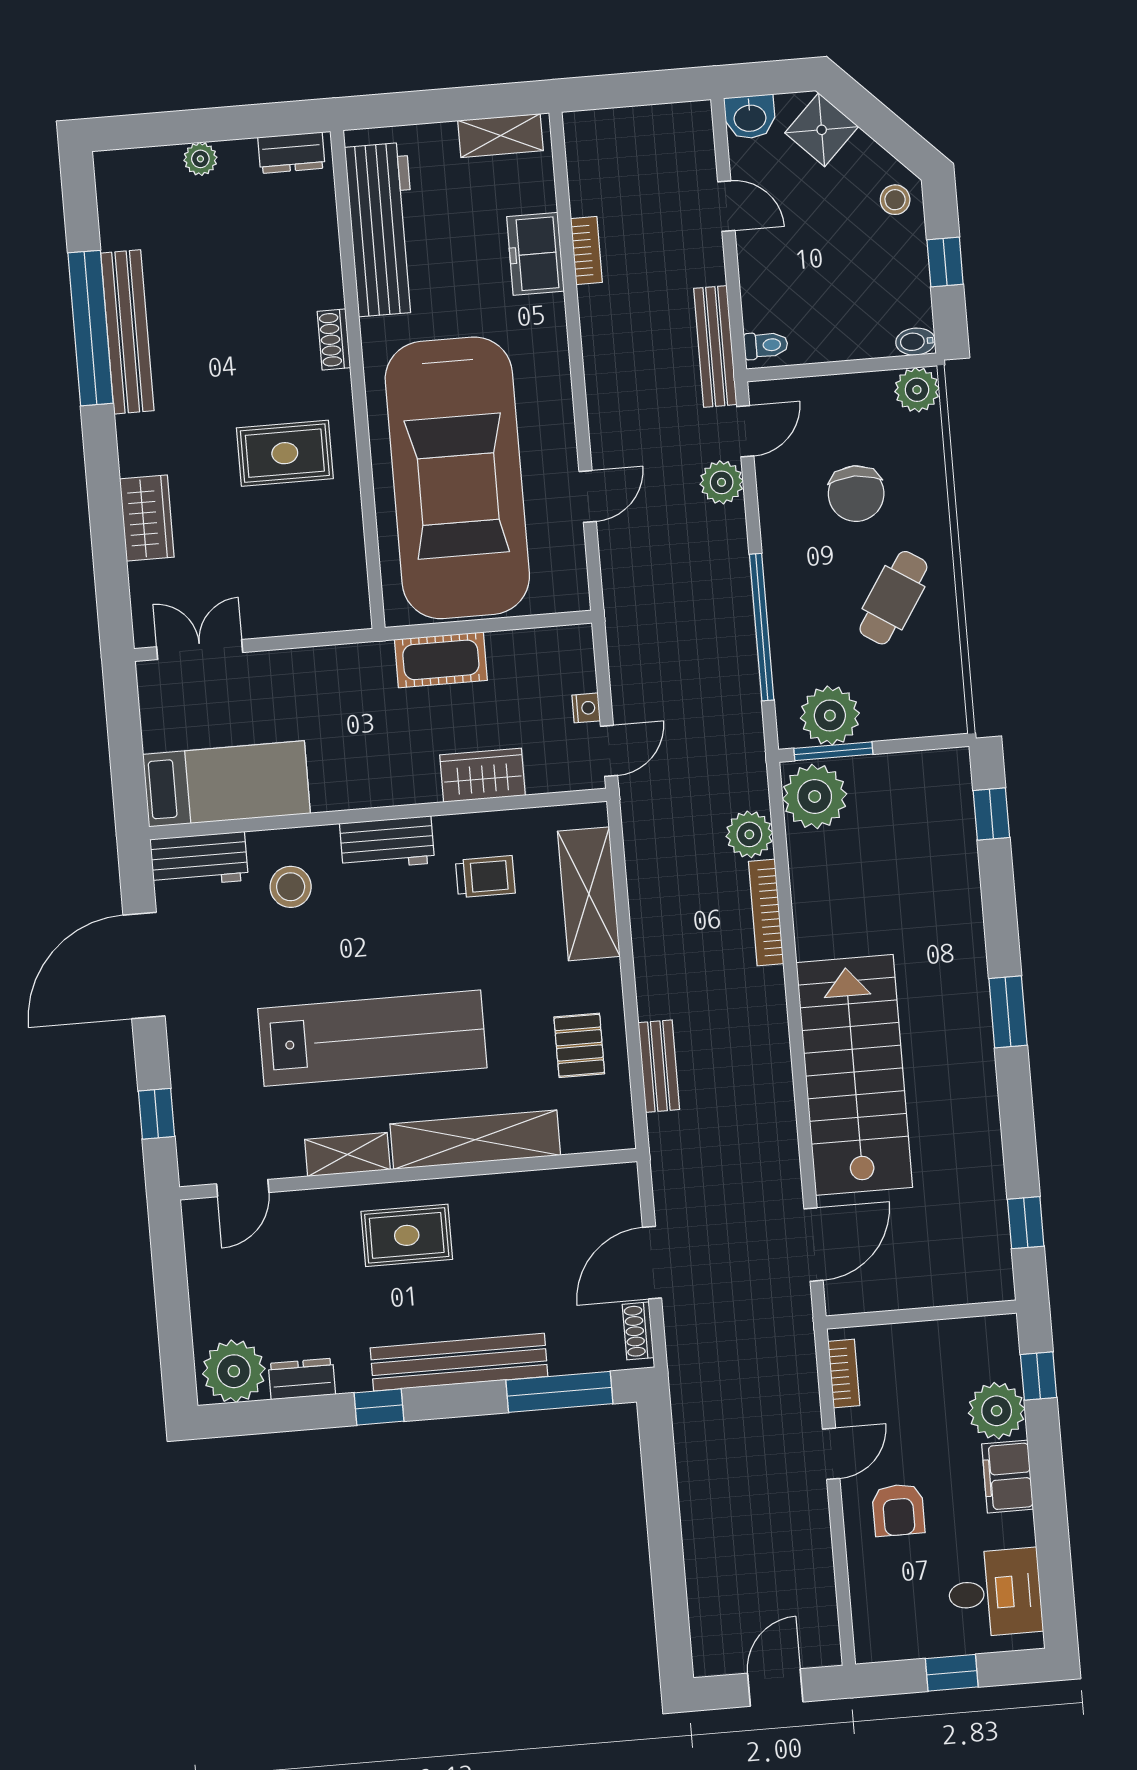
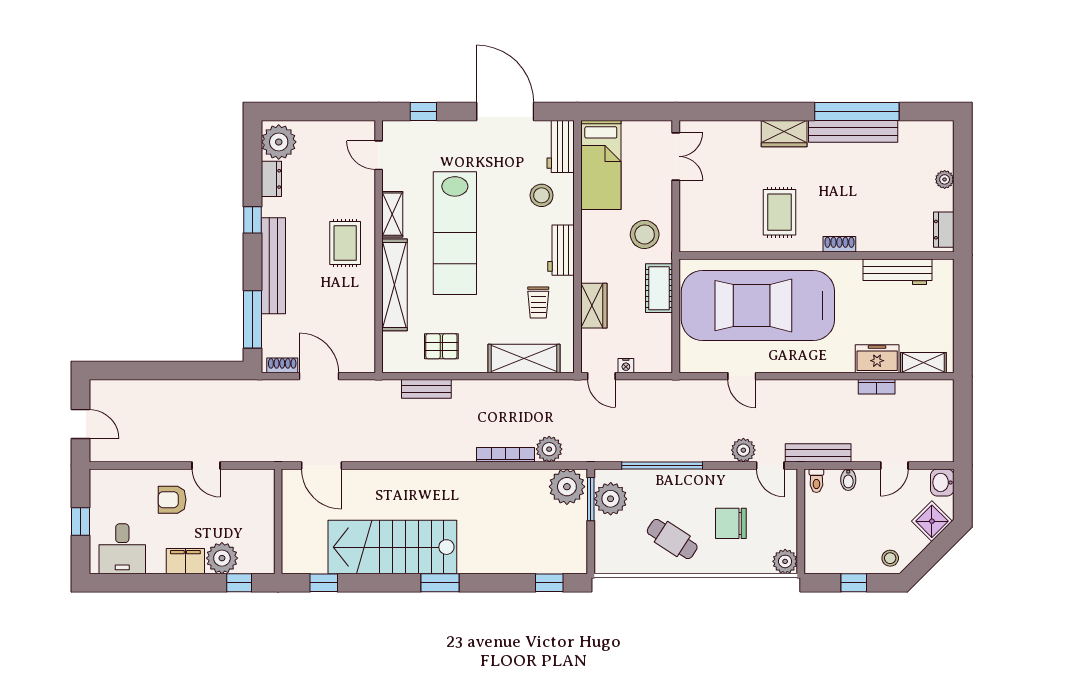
shelving: (501, 136) -> (923, 363), moved, turned 90
workbench: (382, 230) -> (897, 272), width x0.73, depth x0.76
bidet: (916, 342) -> (848, 480), moved, turned 180
wardrobe: (147, 518) -> (784, 134), moved
stool: (346, 694) -> (645, 234), added
stairs: (854, 1075) -> (392, 547), moved, turned 180
bookcase: (844, 1373) -> (249, 476), removed

